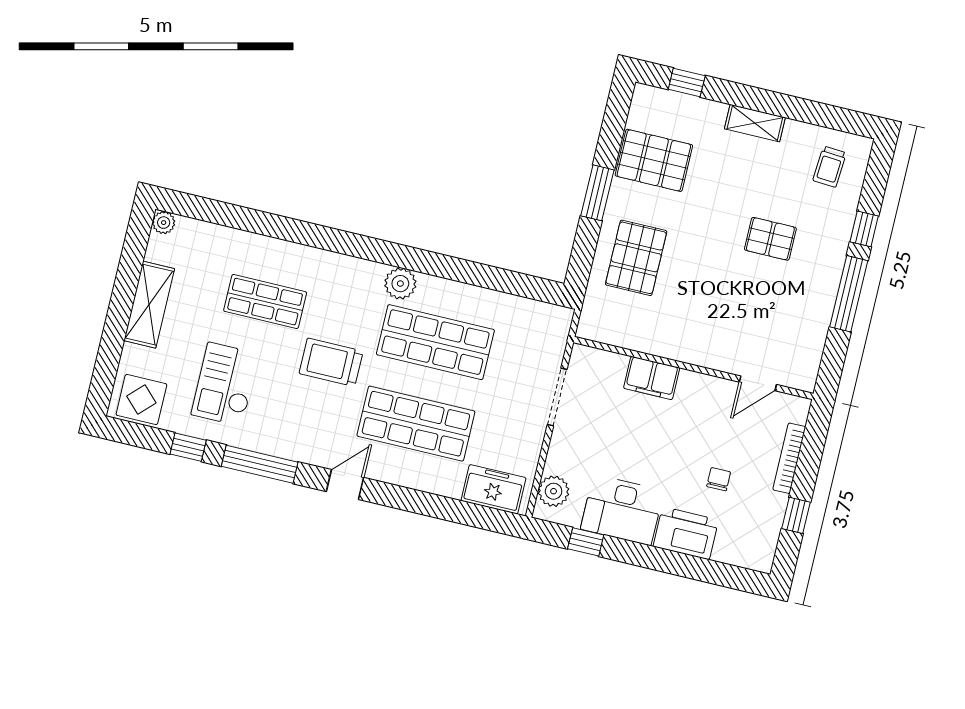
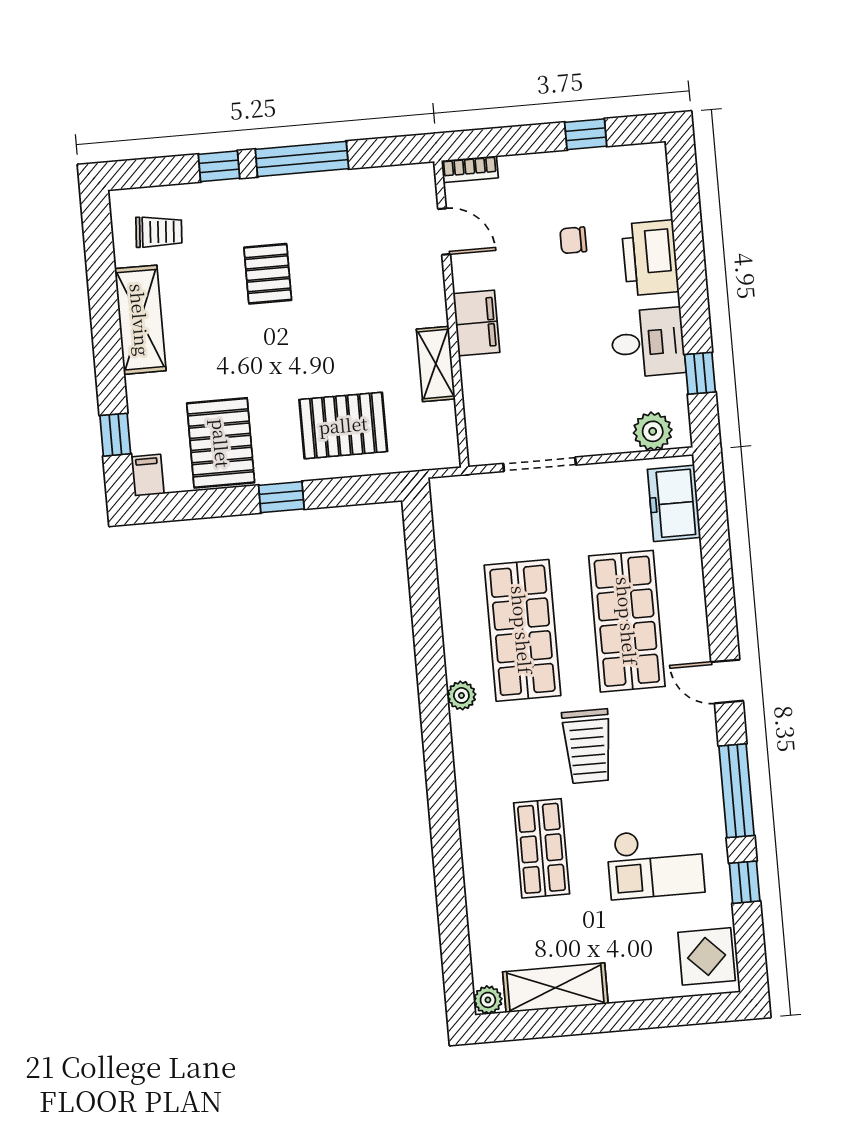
filing cabinet: (648, 97) -> (148, 475), added
shelving: (755, 123) -> (140, 320), width x1.50, depth x1.33
window: (597, 193) -> (281, 497), width x0.67
plant: (400, 284) -> (461, 695), width x0.73, depth x0.73
shelving: (149, 305) -> (555, 988), moved
shelving: (659, 344) -> (436, 364), added
filing cabinet: (652, 378) -> (476, 323), moved
bookcase: (789, 458) -> (470, 169), moved, width x0.64
desk: (622, 510) -> (648, 343), width x0.73

